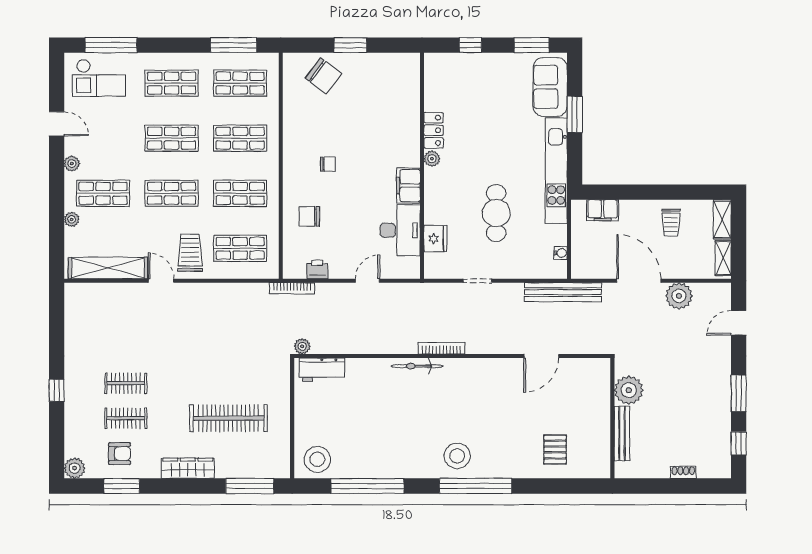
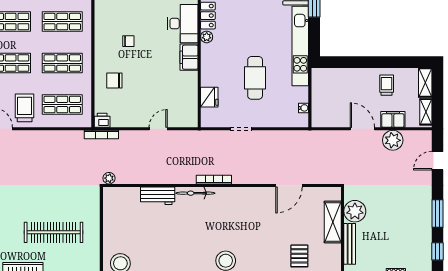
filing cabinet: (602, 210) -> (393, 119), moved, turned 180
trolley: (671, 223) -> (387, 85), turned 180
desk: (400, 230) -> (183, 24), moved
printer: (317, 269) -> (102, 120), moved
door: (639, 281) -> (362, 129), width x0.73
bench: (563, 292) -> (305, 137), removed
workbench: (322, 370) -> (158, 196), moved
shelving: (599, 404) -> (333, 222), added

